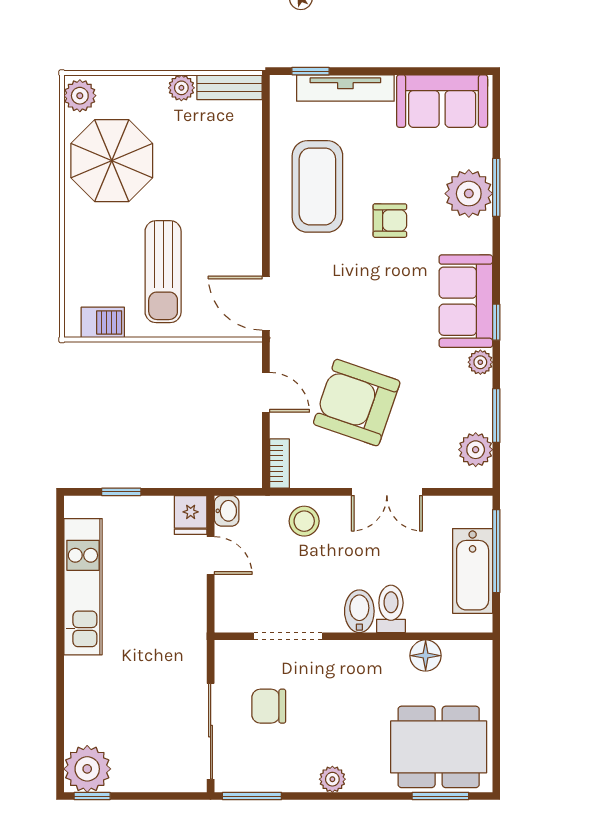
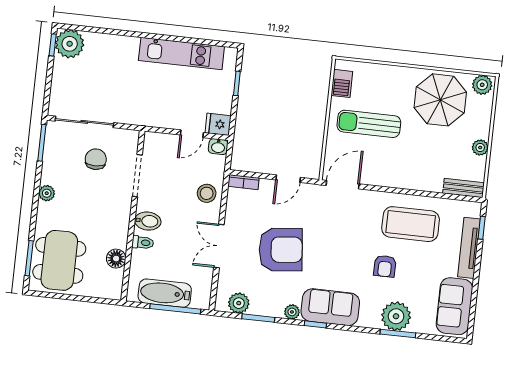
bench: (230, 87) -> (464, 188), moved, turned 90
armchair: (357, 403) -> (281, 250), moved, turned 65
toilet: (391, 609) -> (143, 242), width x0.73, depth x0.72

